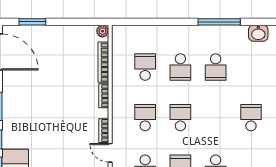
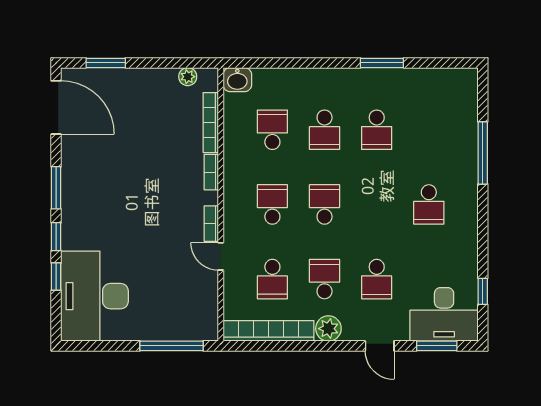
window: (219, 22) -> (382, 63), width x0.69
plant: (102, 31) -> (188, 77), moved
washbasin: (258, 33) -> (237, 80), moved
school desk: (251, 118) -> (429, 204), turned 180

